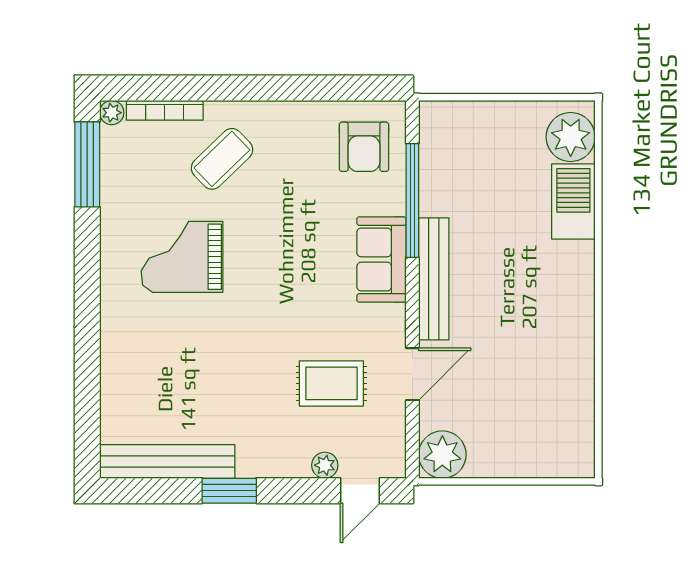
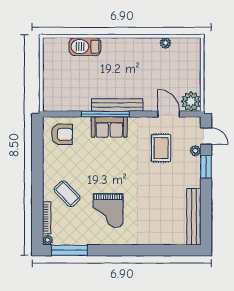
plant: (571, 137) -> (165, 43), moved, width x0.53, depth x0.53
window: (412, 200) -> (105, 114), moved
door: (412, 374) -> (169, 114), moved
window: (229, 491) -> (206, 167), moved

